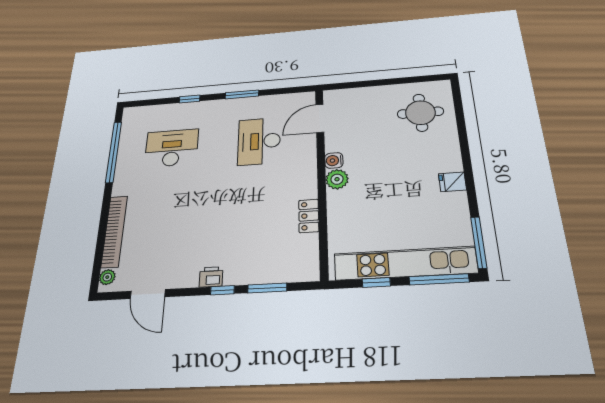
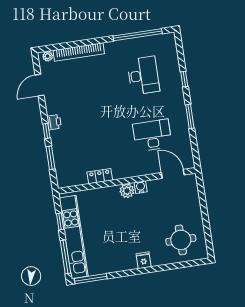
fridge: (452, 182) -> (144, 260), moved

